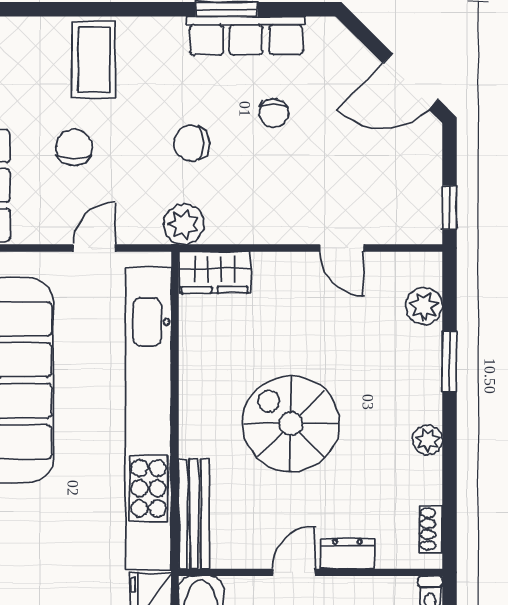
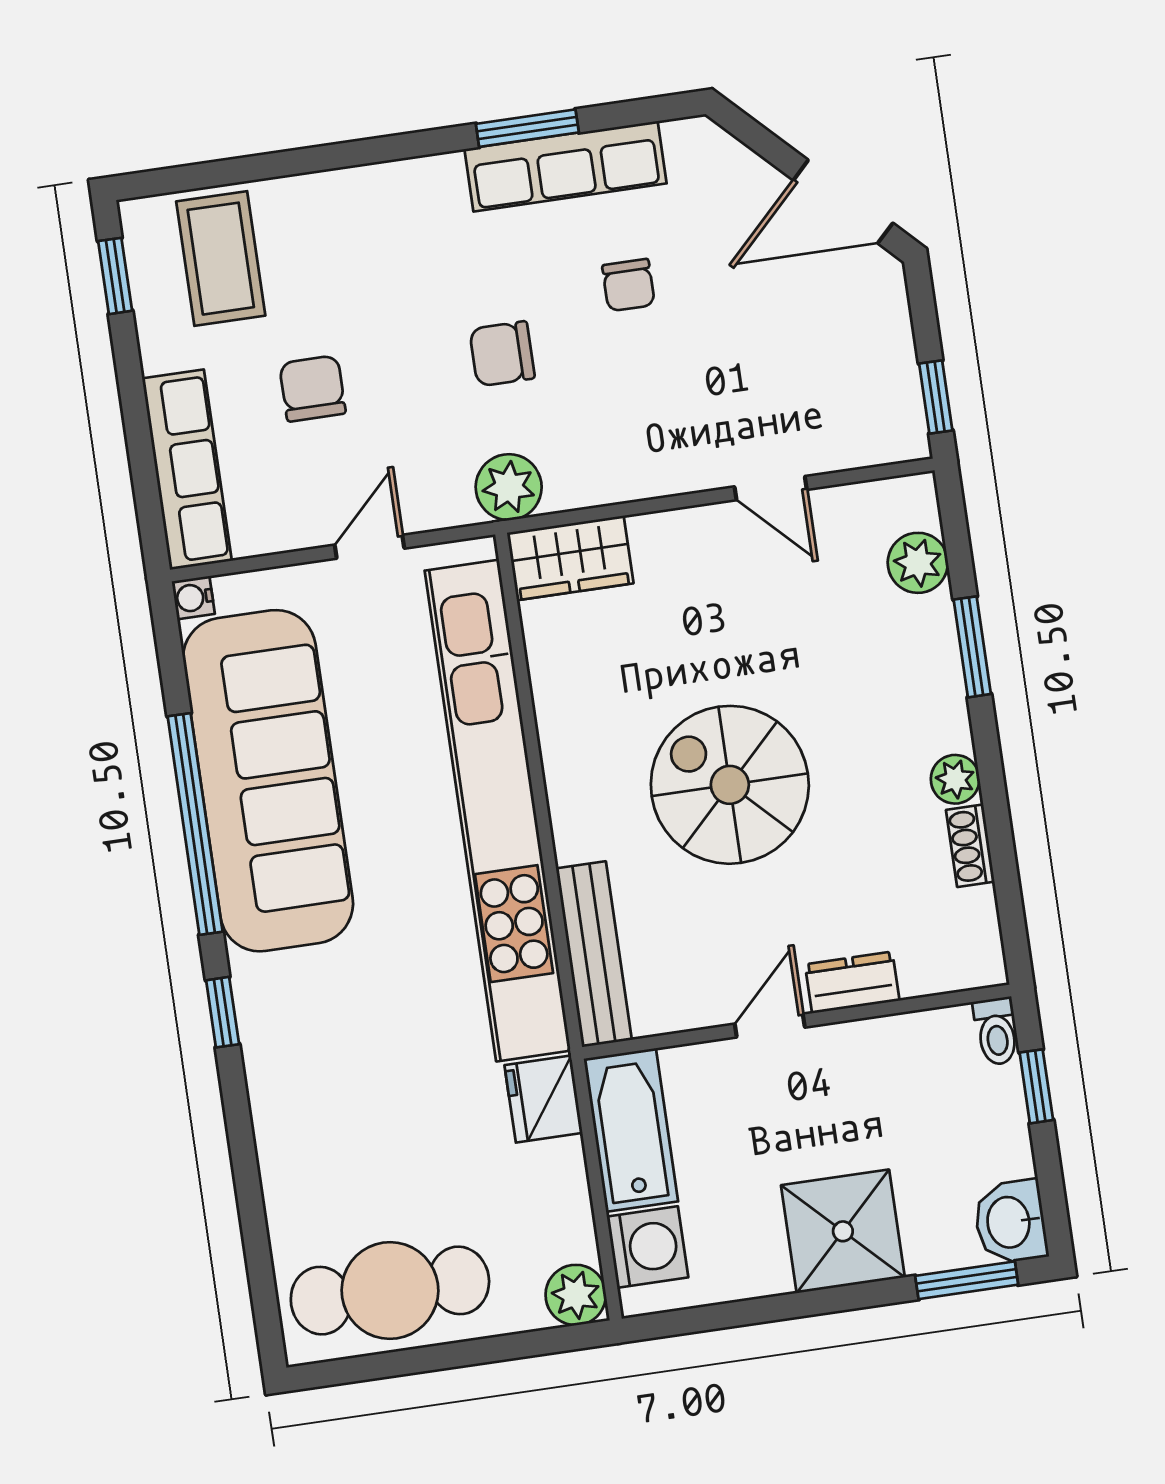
coffee table: (93, 60) -> (221, 259), moved
shoe rack: (431, 529) -> (970, 846), moved

